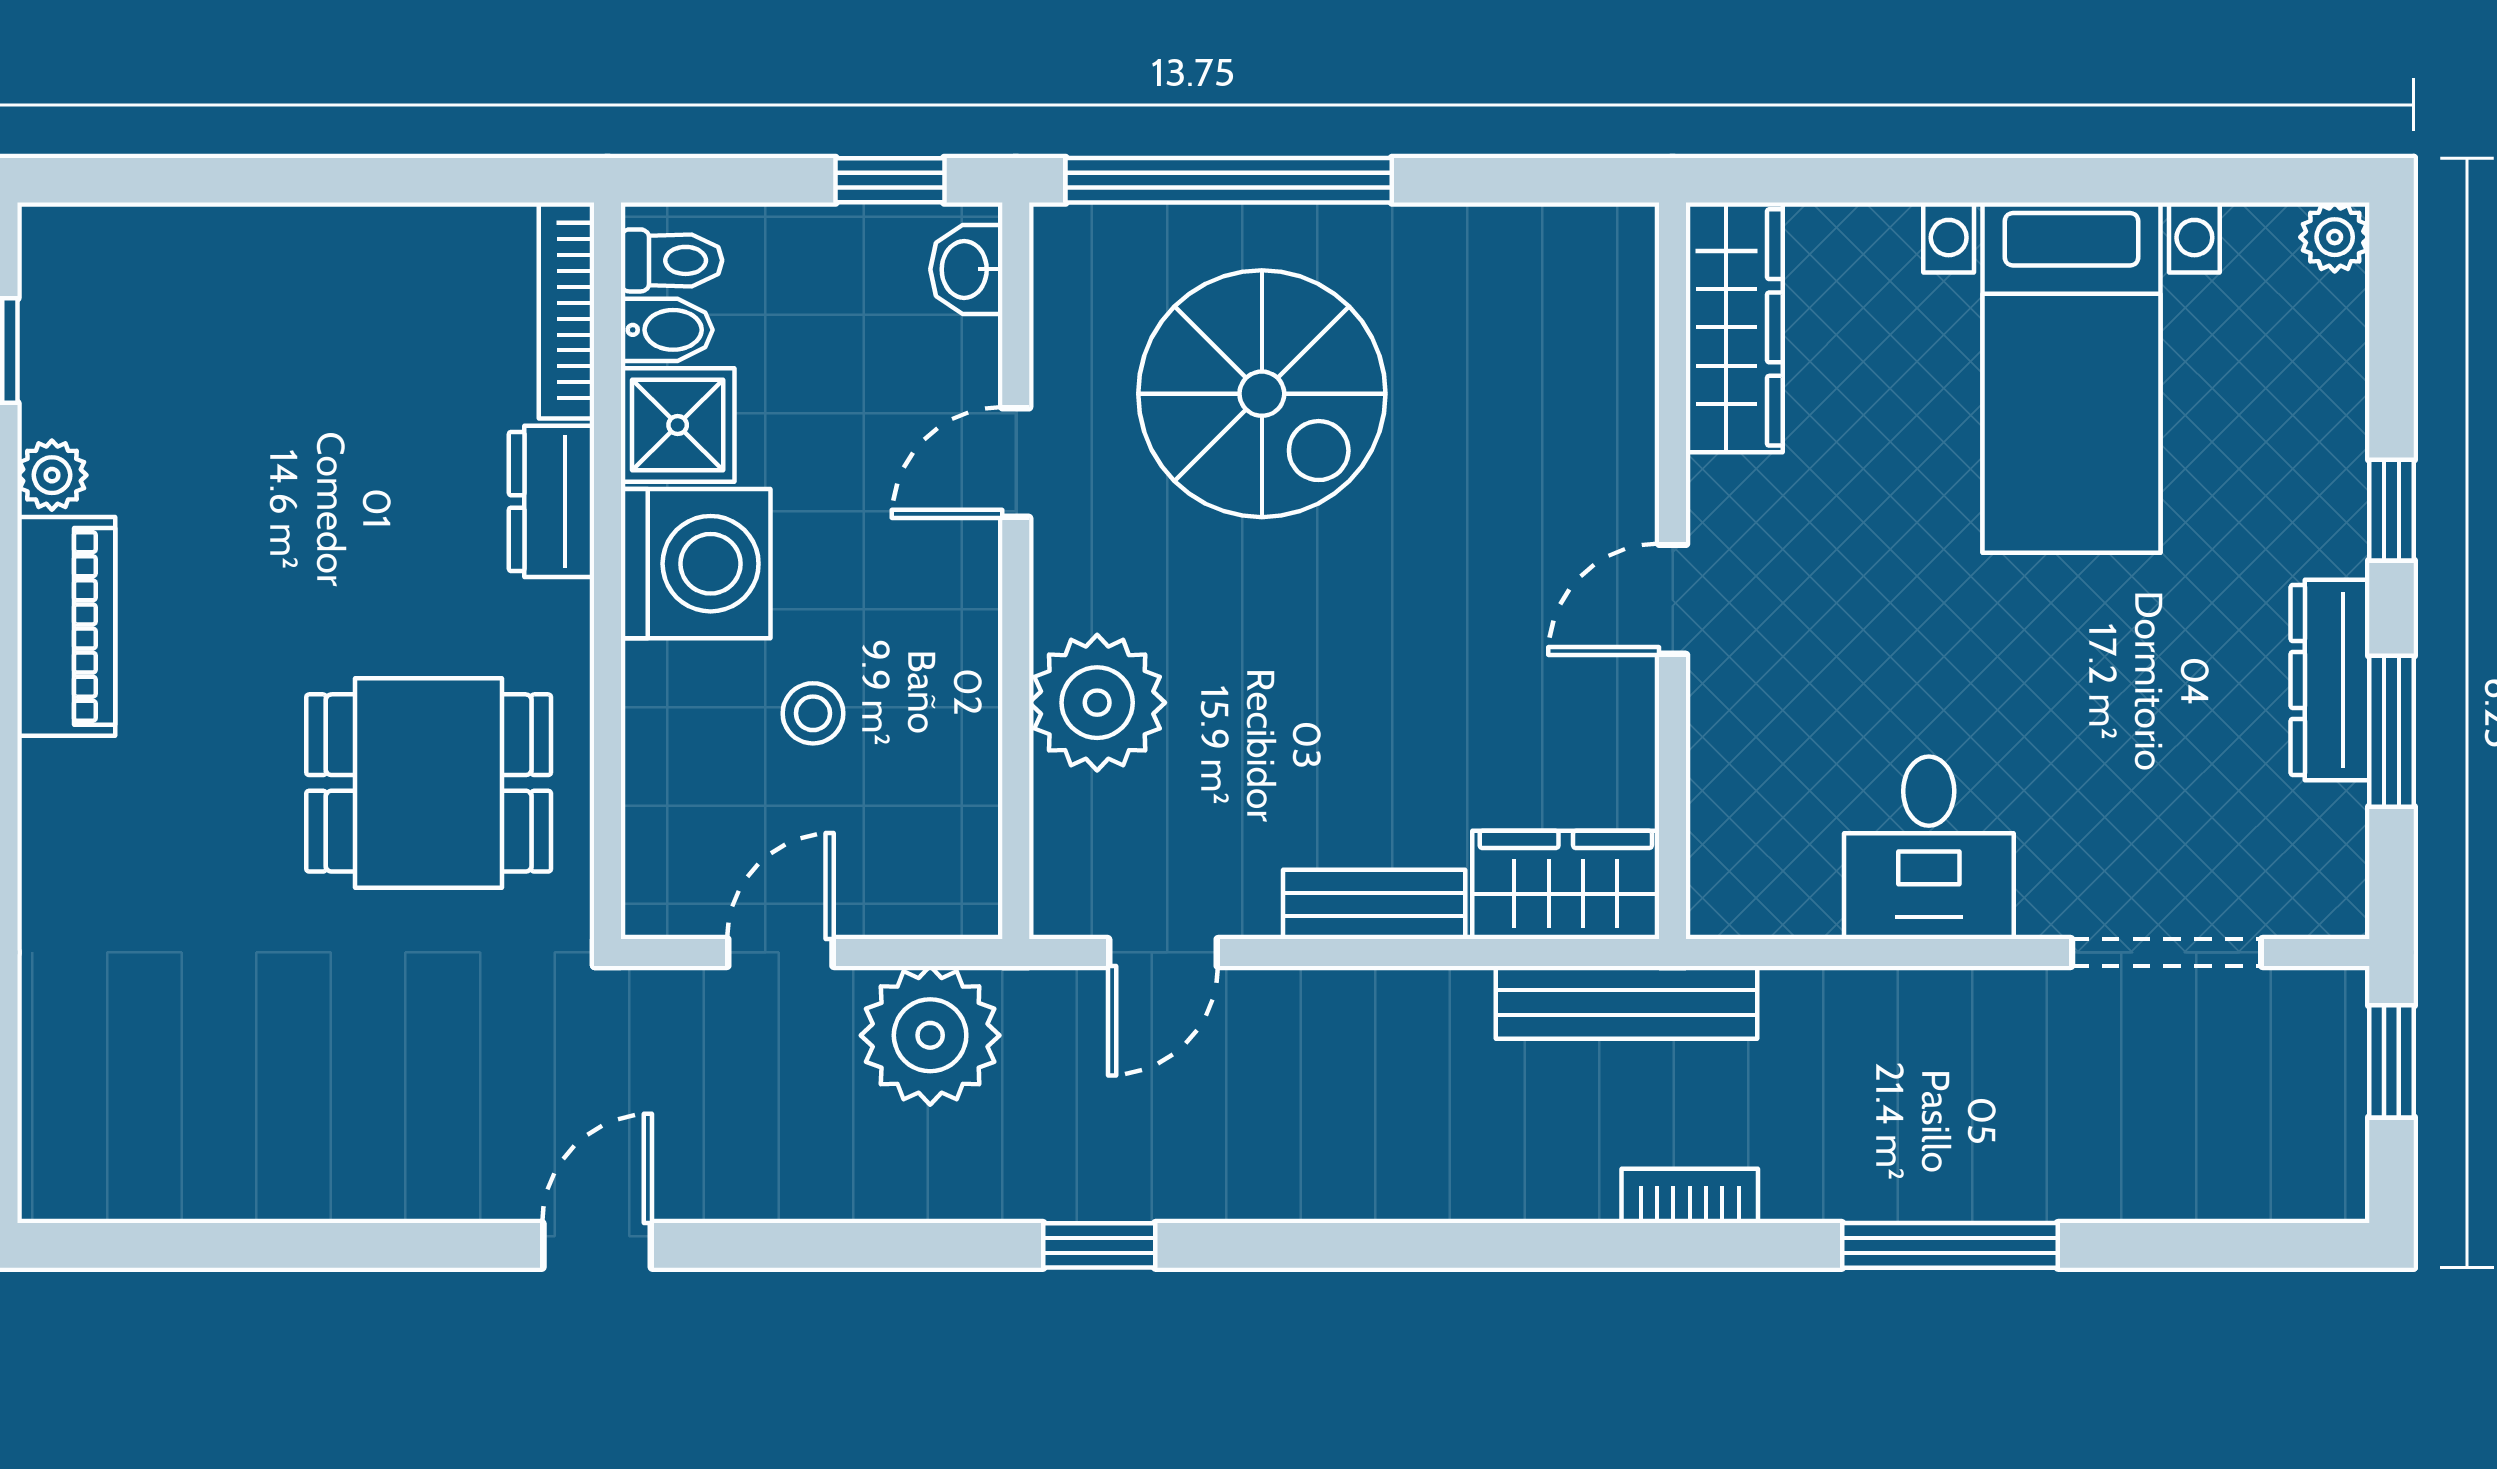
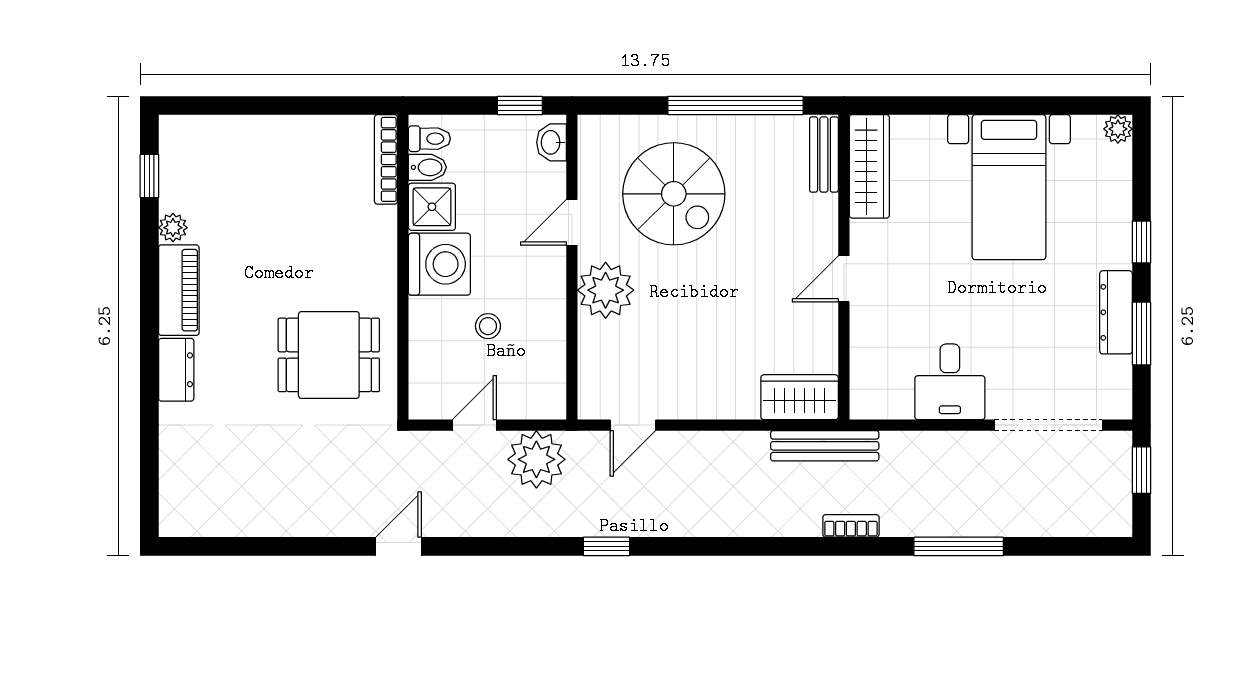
window: (1229, 180) -> (735, 105), moved
dresser: (552, 501) -> (176, 370), moved, turned 180
plant: (1097, 703) -> (606, 290), moved
bench: (1374, 904) -> (824, 155), moved, turned 90
doorway: (2167, 952) -> (1048, 425), width x1.36

